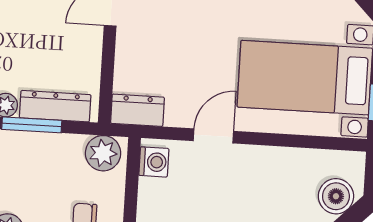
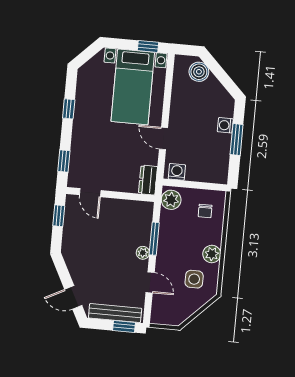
dresser: (55, 106) -> (144, 225), removed

